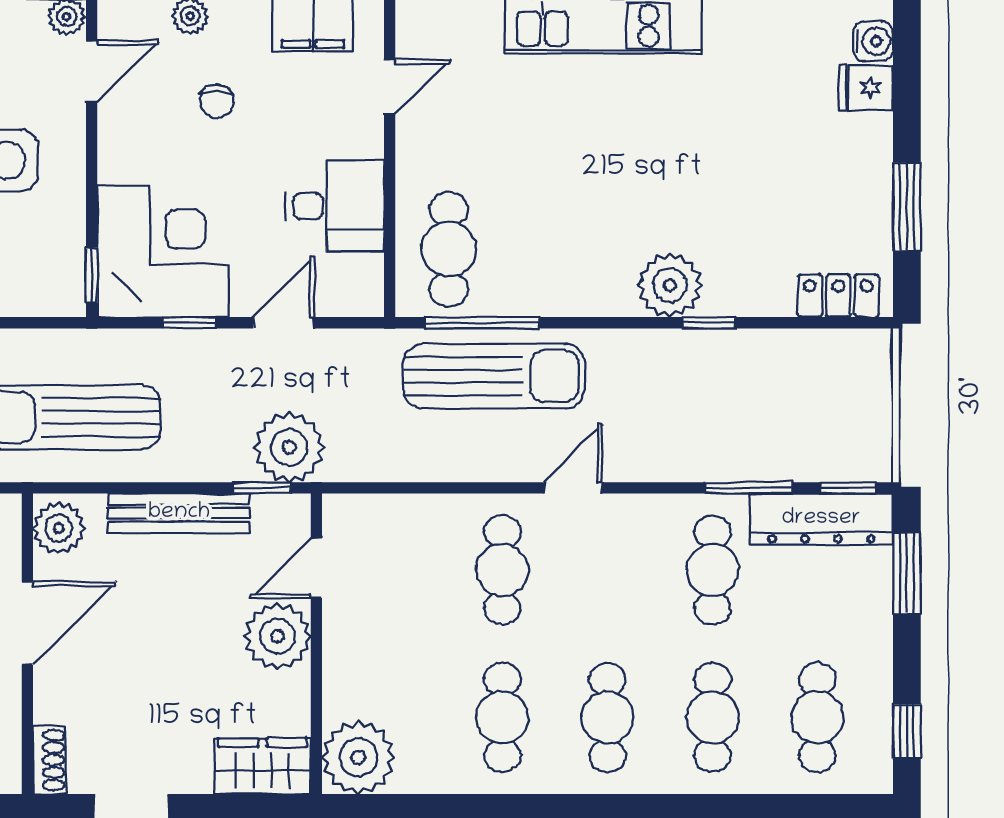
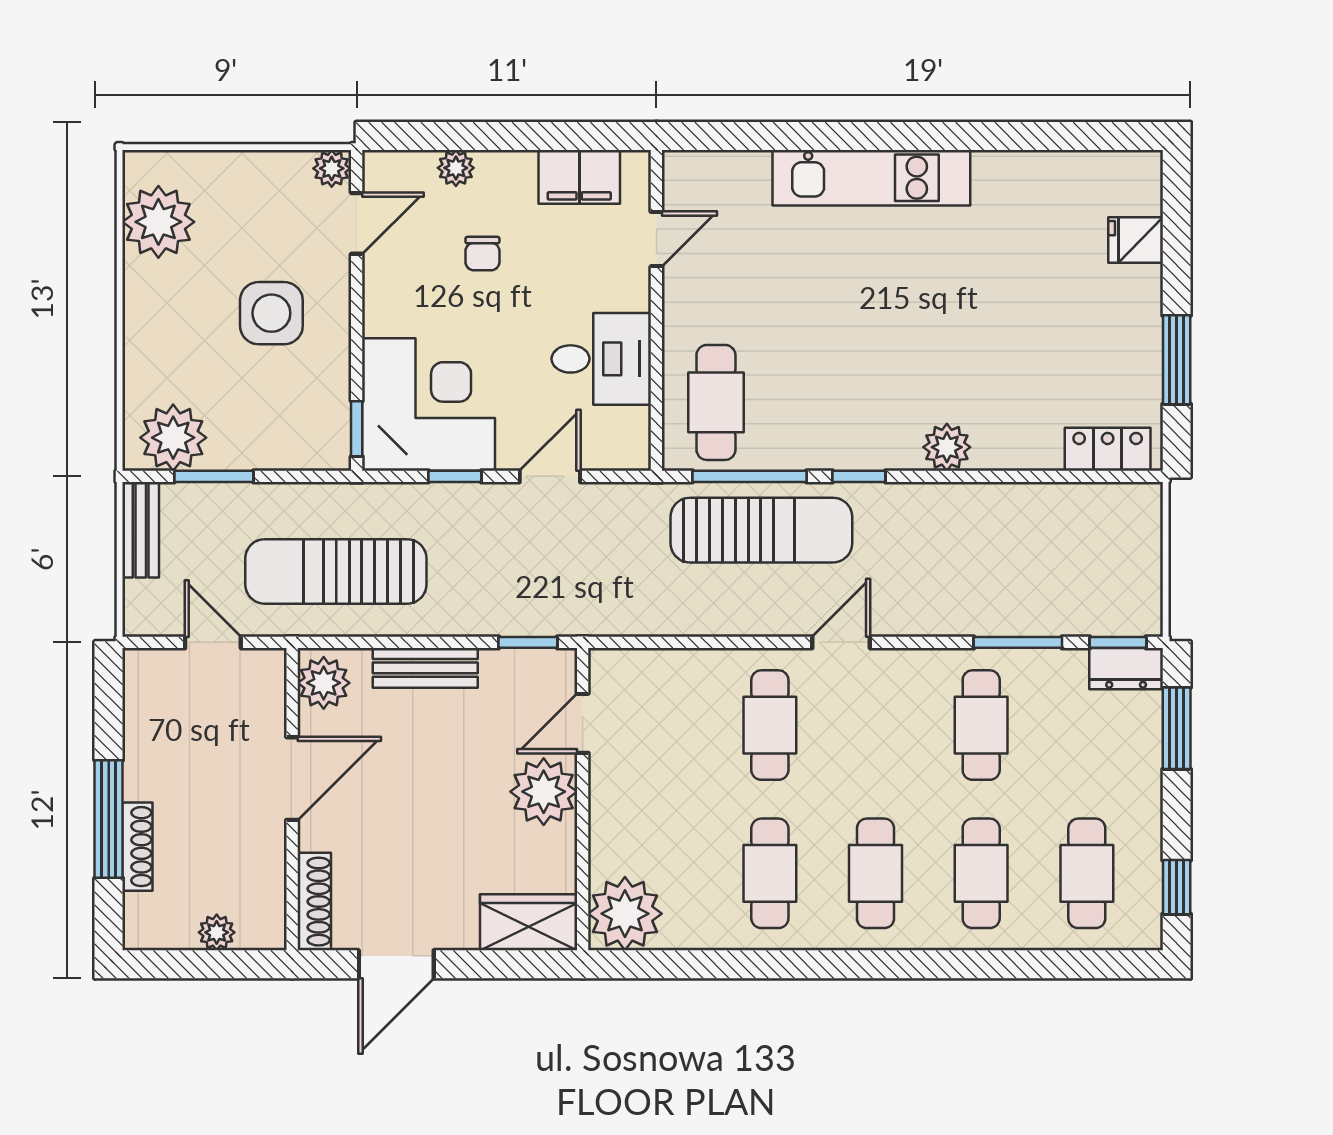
water cooler: (873, 41) -> (1143, 193), removed
plant: (670, 285) -> (947, 447), width x0.73, depth x0.73
window: (708, 323) -> (859, 476), moved
plant: (289, 447) -> (556, 602), removed
bench: (179, 513) -> (425, 668), width x0.73
dresser: (821, 519) -> (1126, 669), width x0.51, depth x0.80
shoe rack: (49, 760) -> (314, 902), width x1.43

